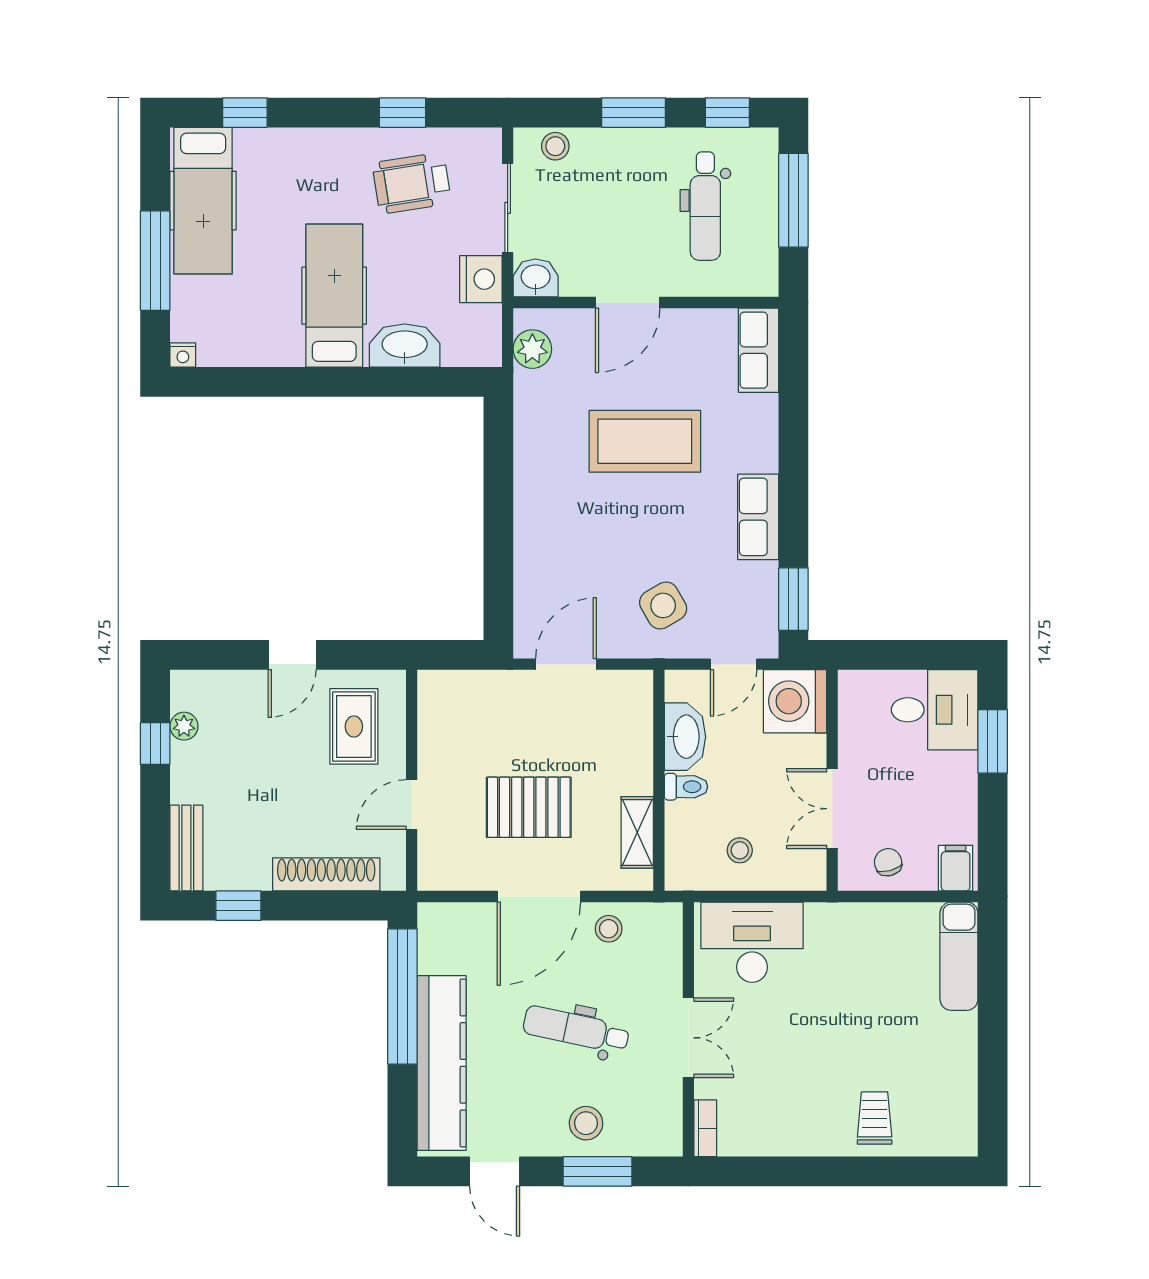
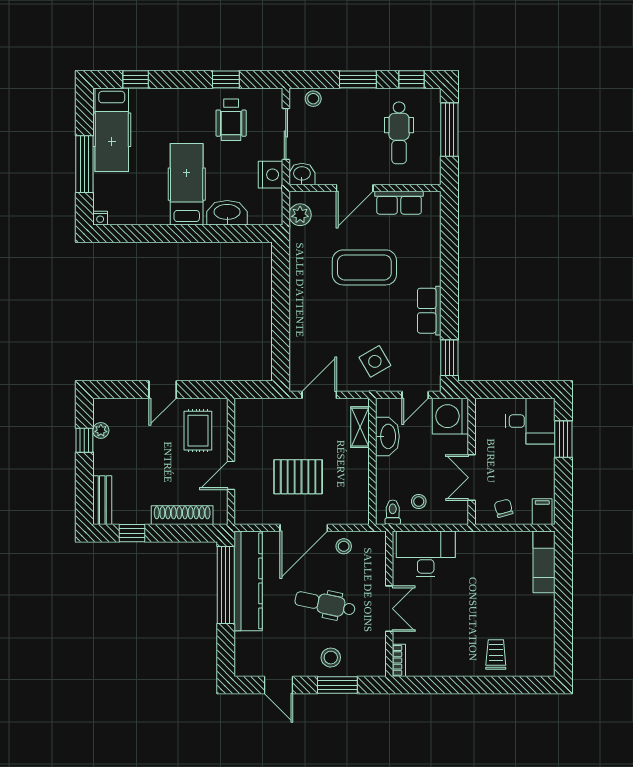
wheelchair: (412, 183) -> (231, 120), turned -81
row of seats: (759, 350) -> (399, 203), moved, turned -90
toilet: (686, 787) -> (393, 512), moved, turned -90
shelving: (637, 832) -> (360, 427), moved
kitchen counter: (442, 1063) -> (248, 581), moved

